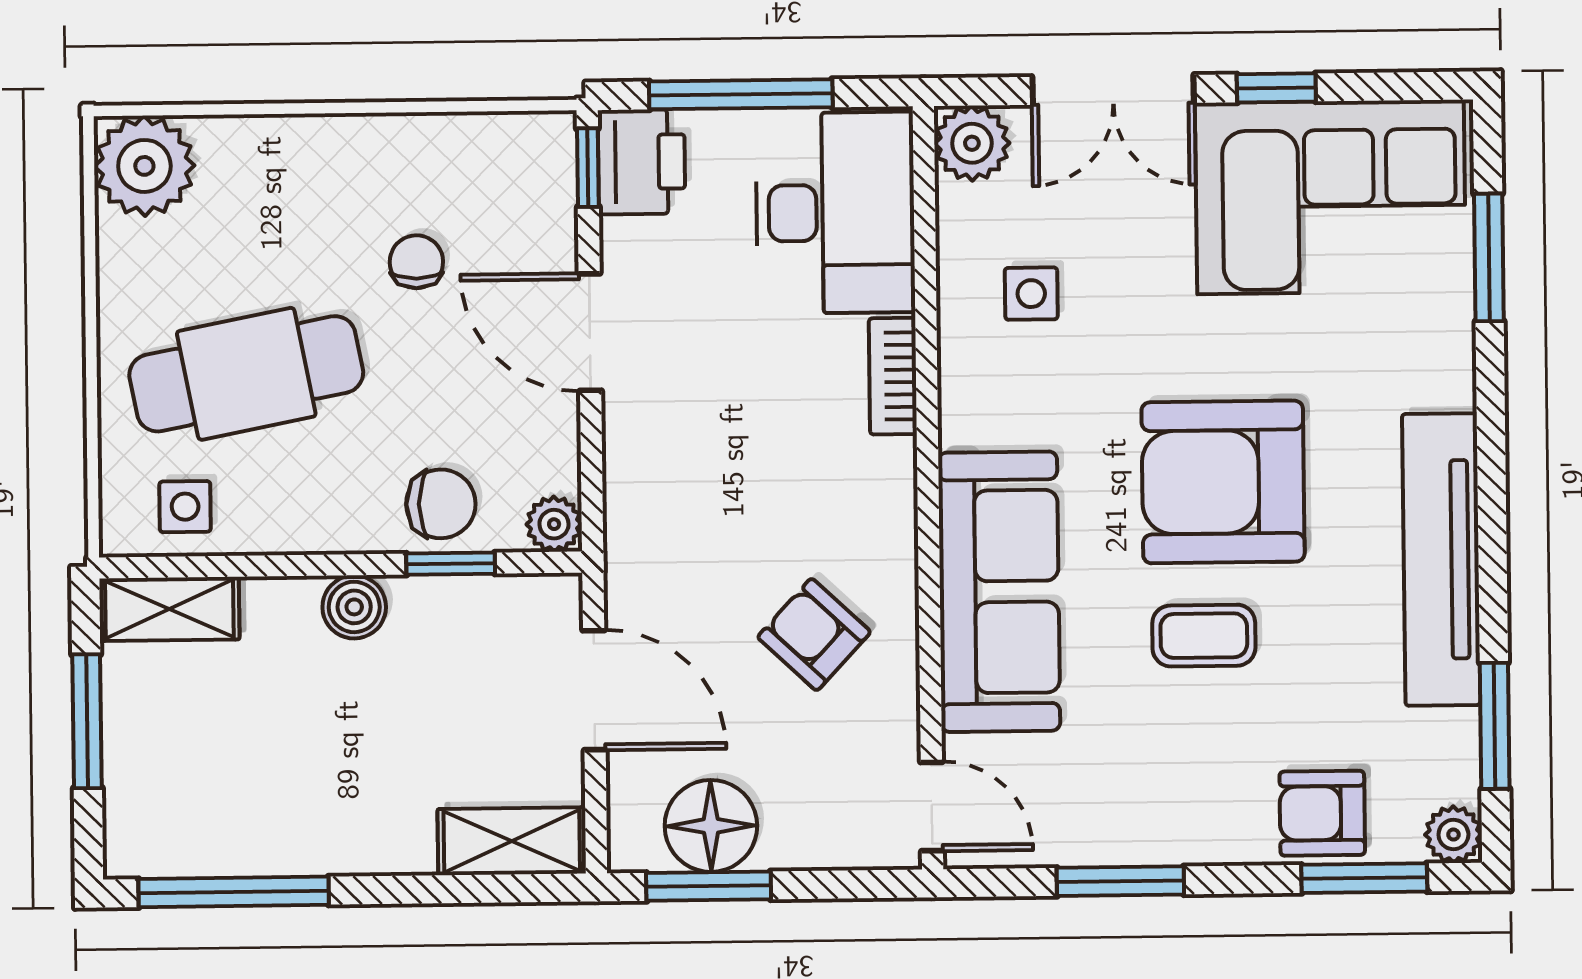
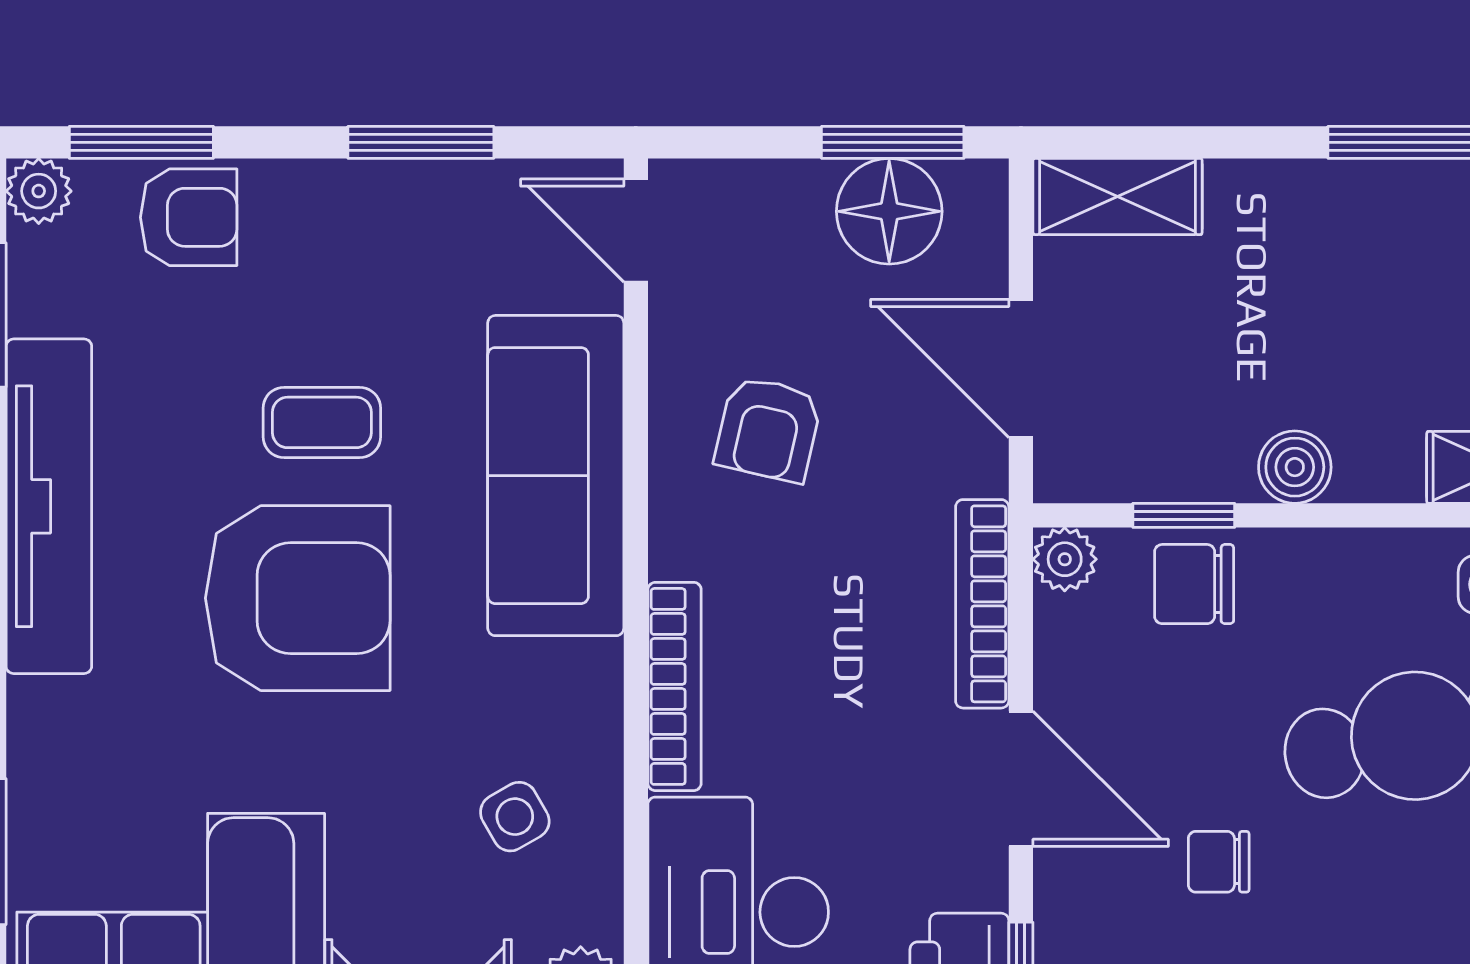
chair: (416, 262) -> (1219, 862), turned 90
side table: (1031, 294) -> (515, 817), turned -30
bookcase: (893, 376) -> (675, 686), width x1.56
bookcase: (626, 484) -> (982, 604), added
armchair: (814, 635) -> (768, 429), turned 60

